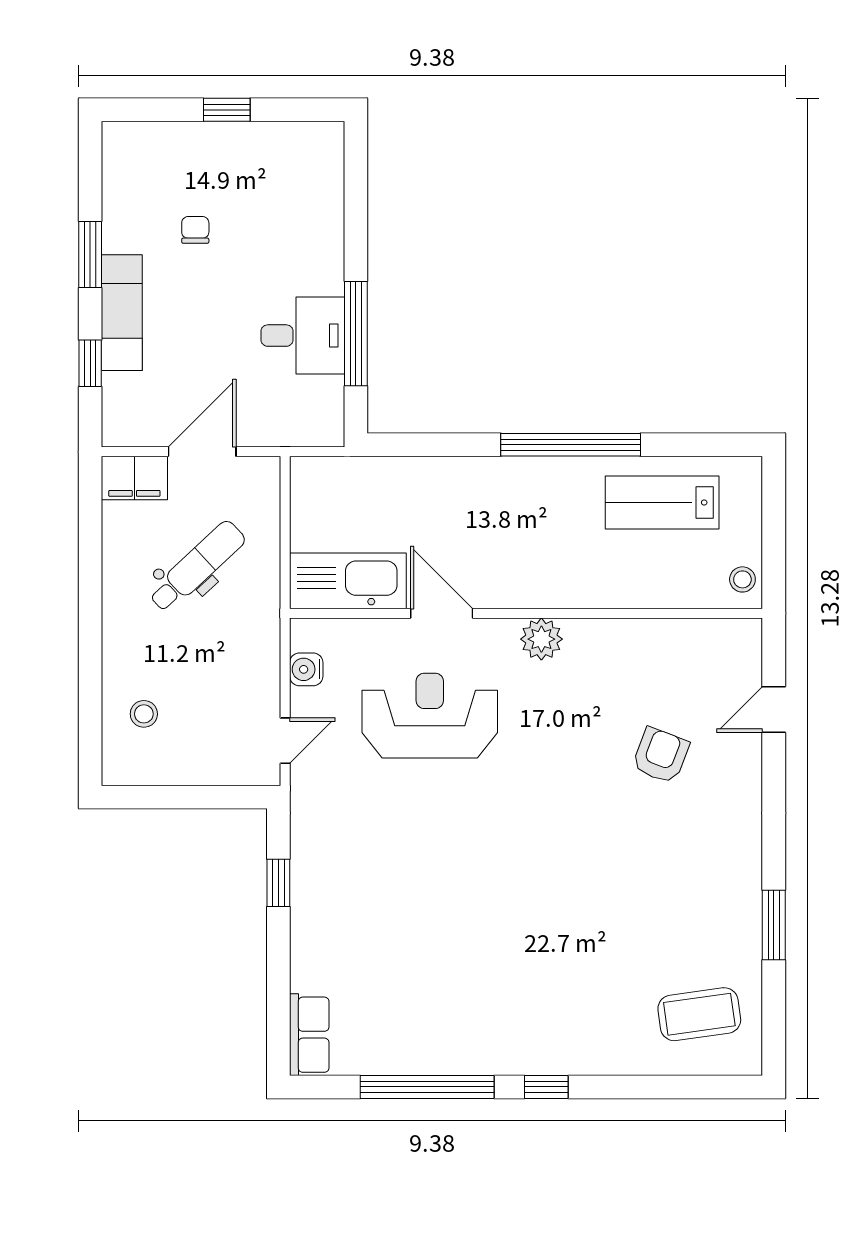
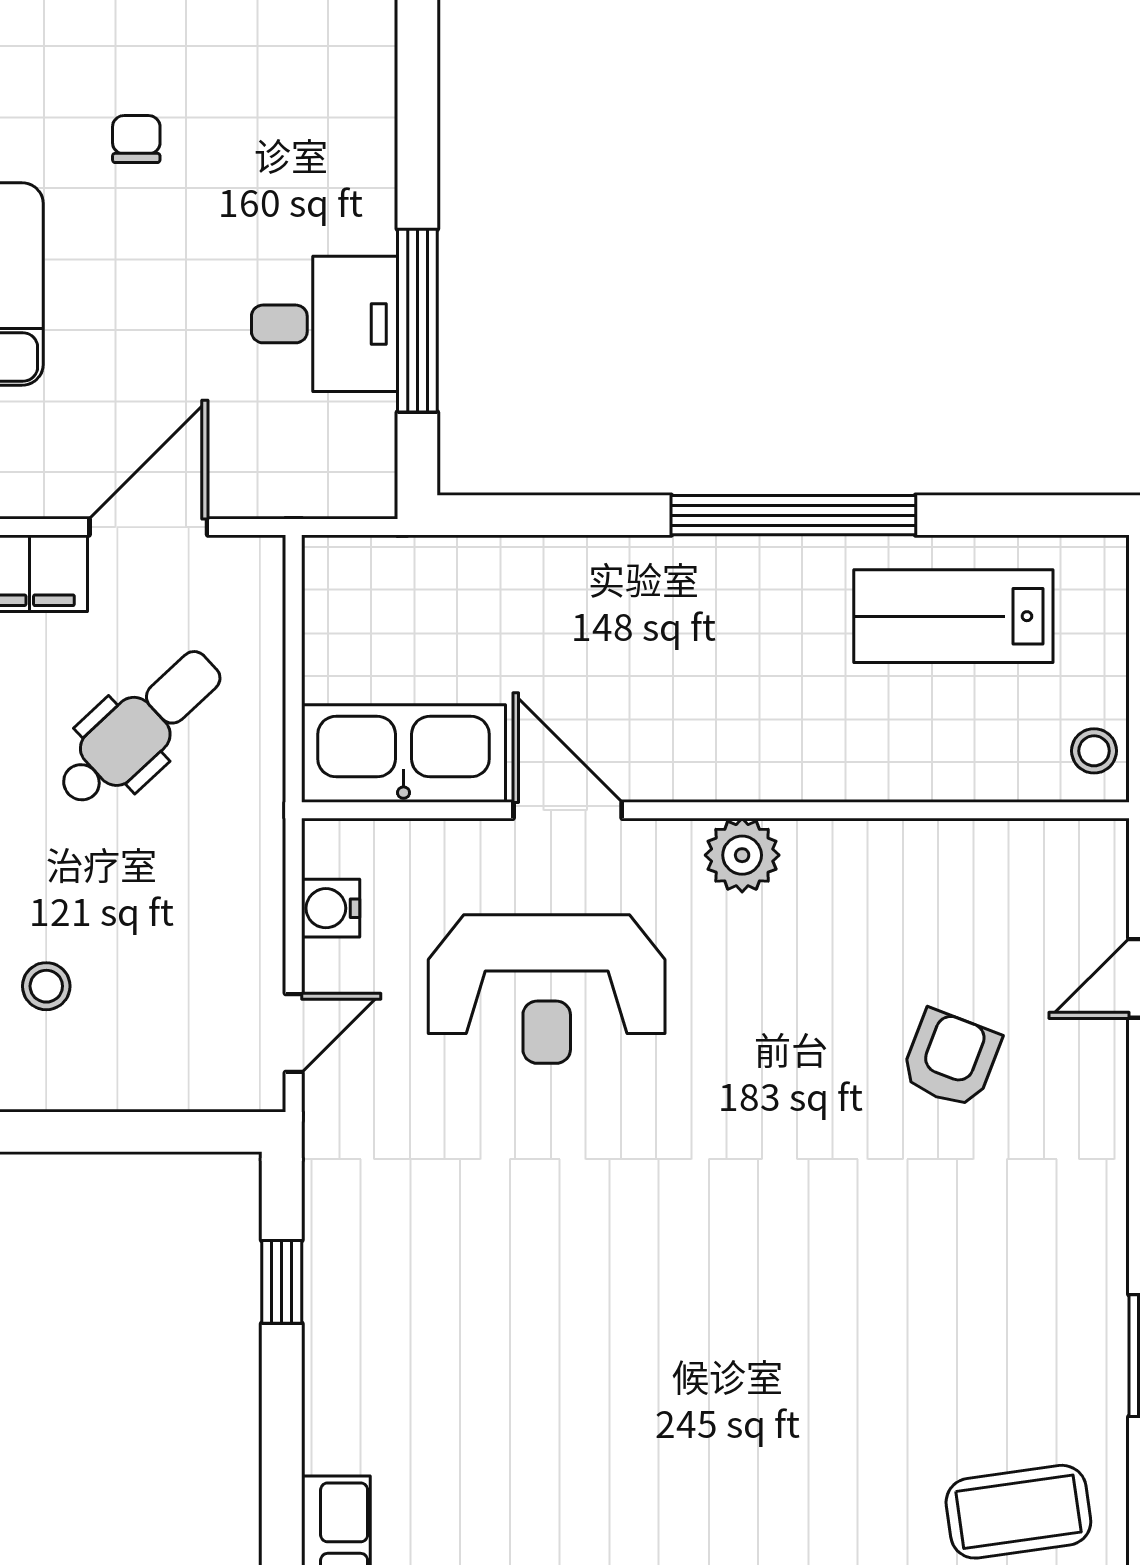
reception desk: (430, 716) -> (547, 989), turned 180

